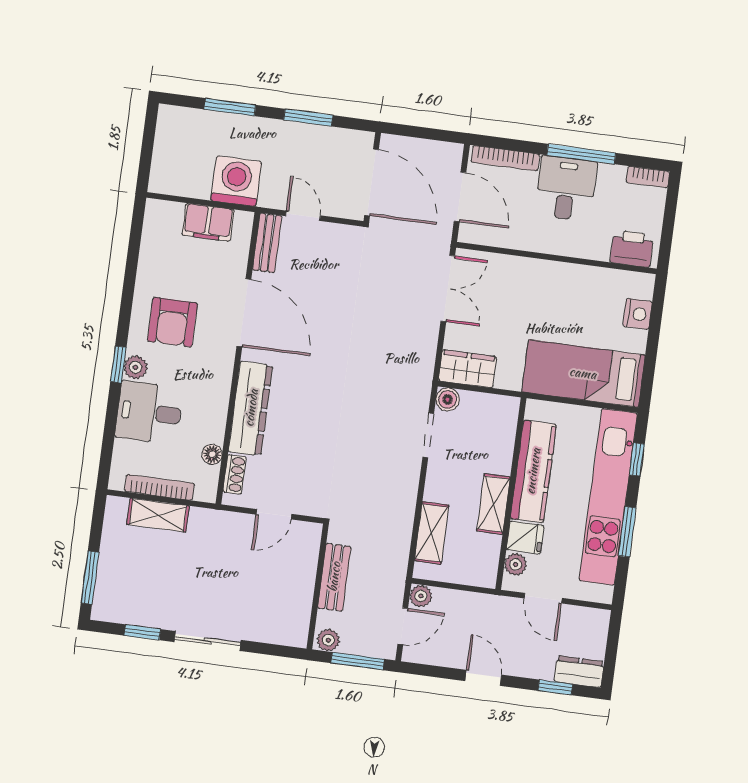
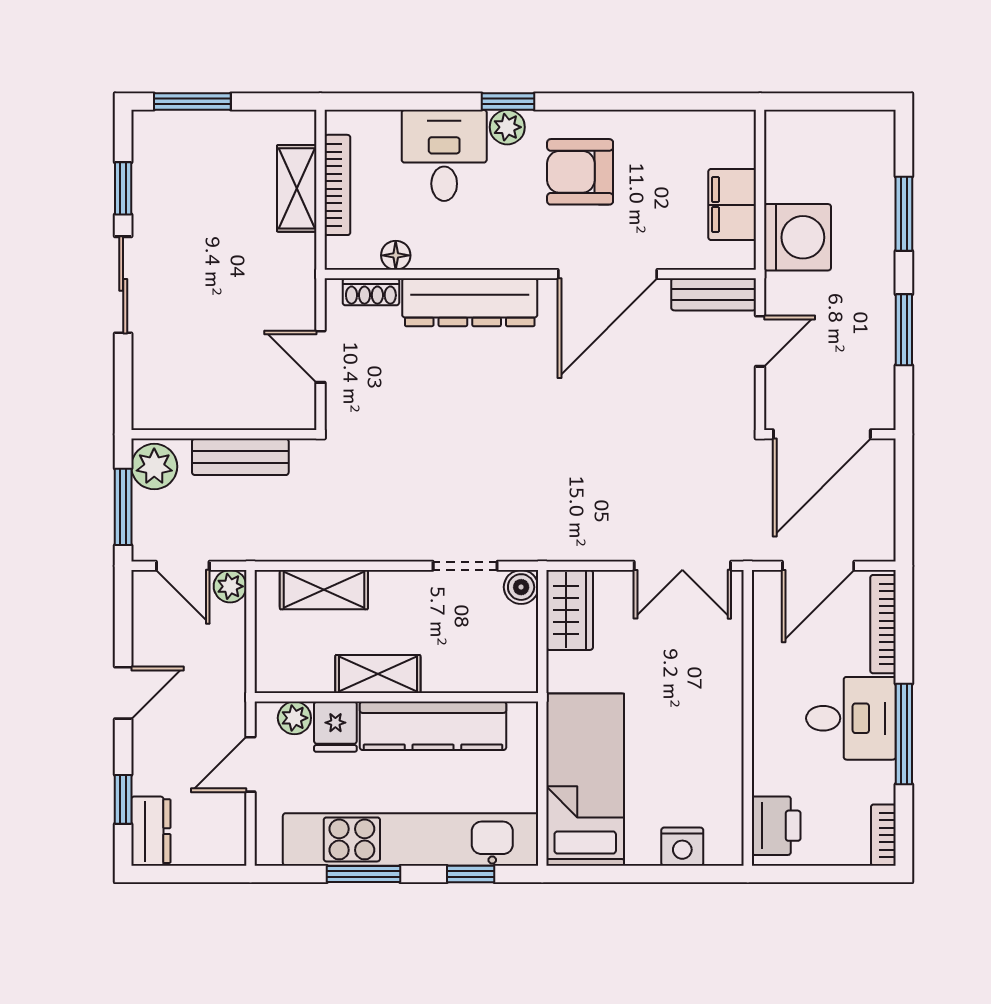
plant: (328, 640) -> (154, 467), width x1.38, depth x1.38

